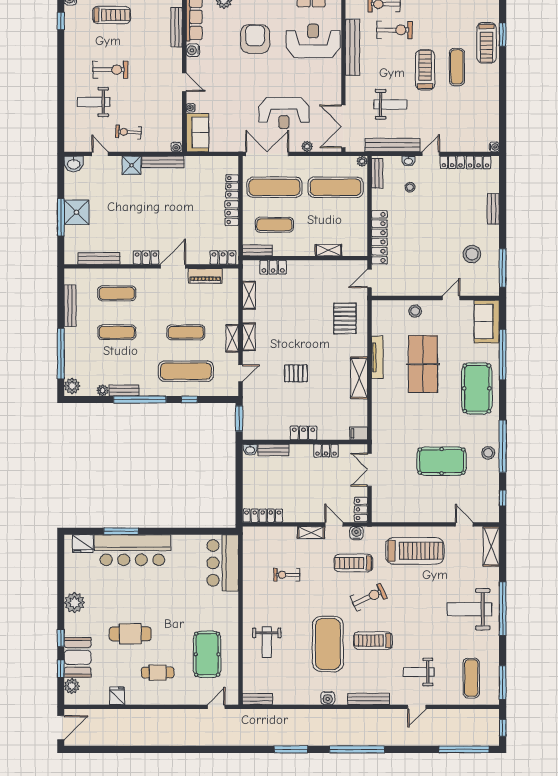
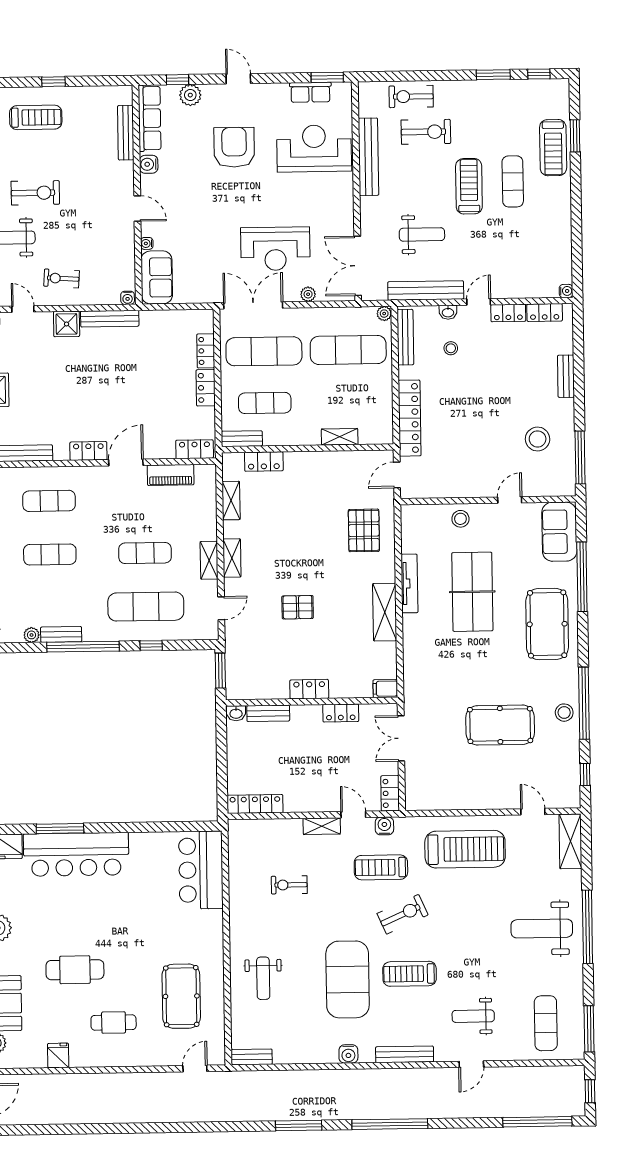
bench: (377, 173) -> (405, 337), width x1.36

